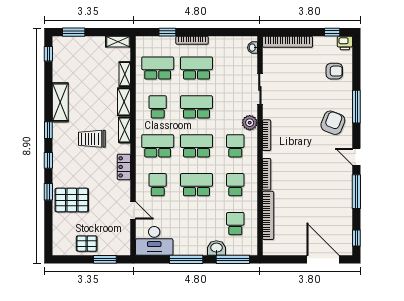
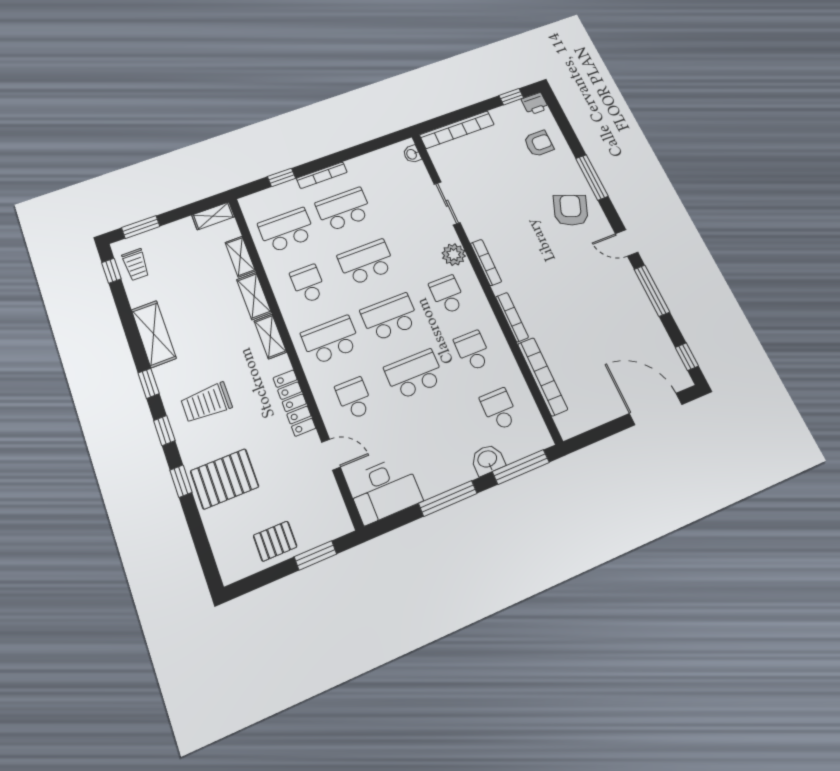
trolley: (63, 55) -> (136, 265), added
trolley: (92, 139) -> (207, 403), moved
locker: (124, 167) -> (294, 403), width x1.53

